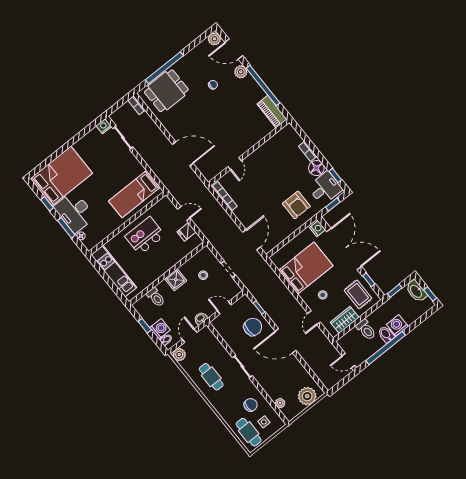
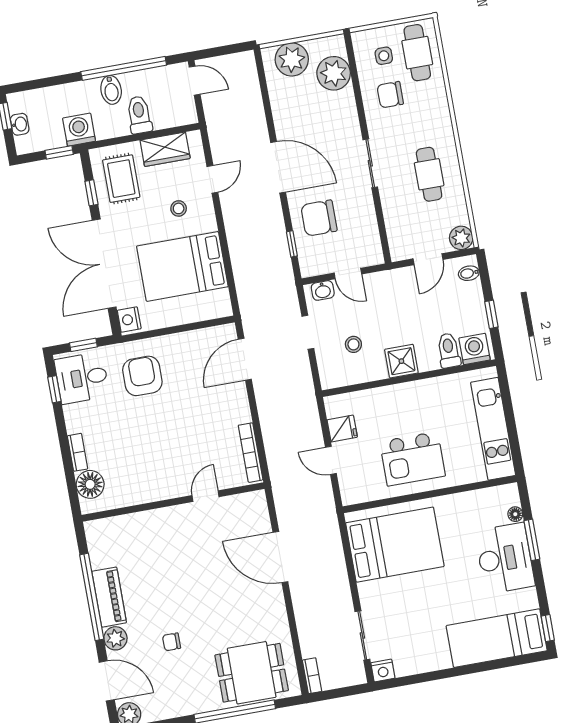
piano: (272, 112) -> (109, 597), moved
floor lamp: (316, 168) -> (90, 484), moved
bed: (61, 176) -> (497, 638), width x0.67
bed: (134, 194) -> (395, 545), width x1.50
window: (47, 204) -> (548, 628), moved
washbasin: (416, 291) -> (20, 124), width x0.52, depth x0.69
washbasin: (201, 318) -> (323, 290), moved
washing machine: (397, 325) -> (79, 130), moved, turned 180
washing machine: (160, 329) -> (474, 349), moved, turned 90
plant: (280, 403) -> (334, 73), width x1.87, depth x1.87

